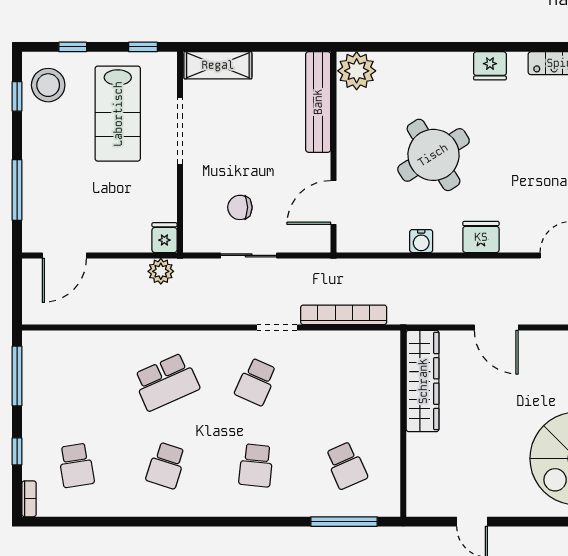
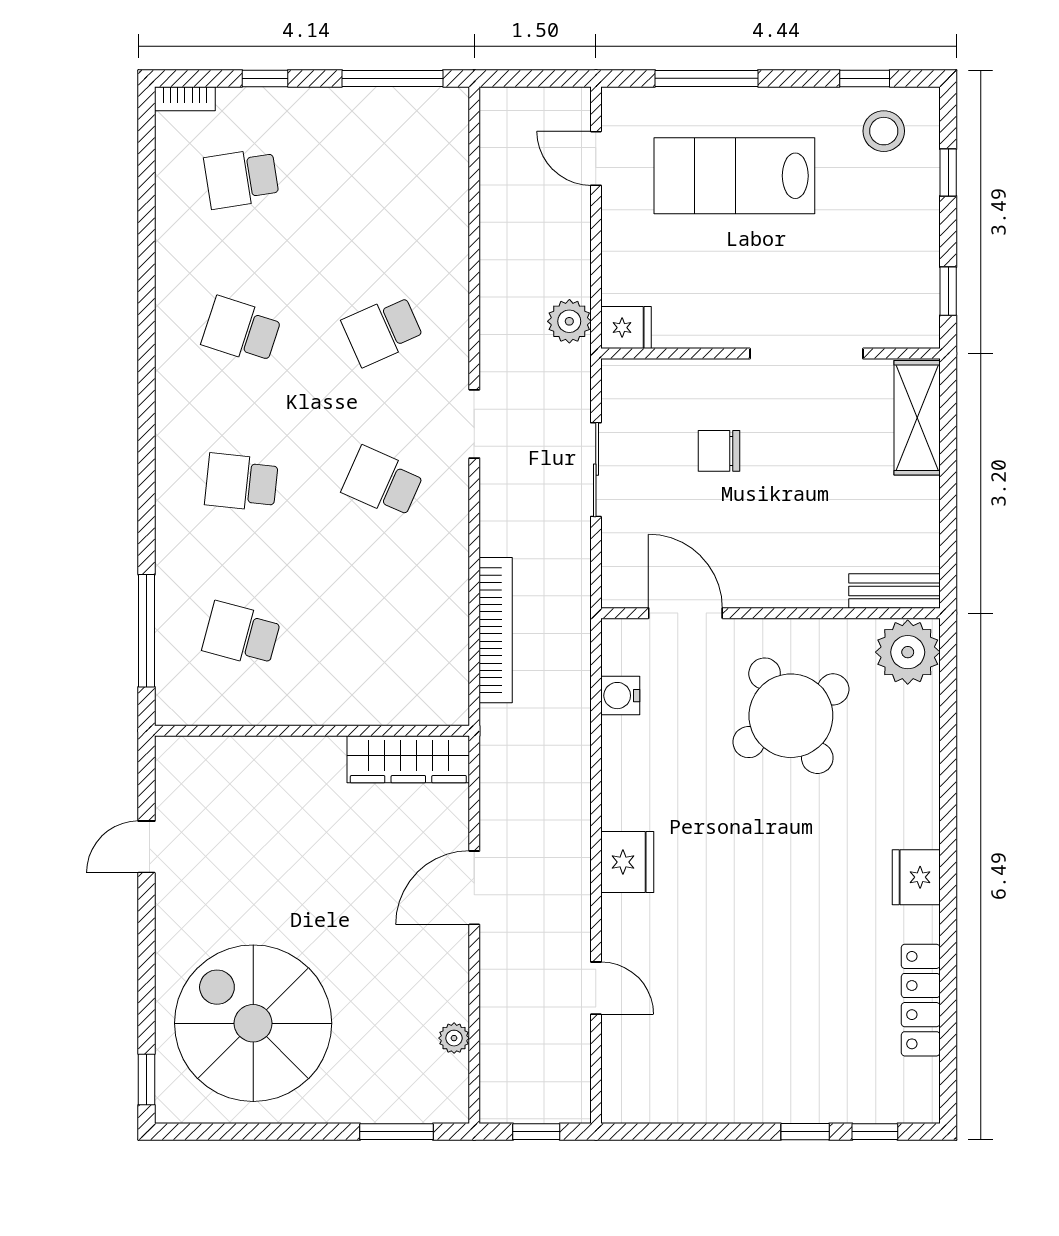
stool: (48, 85) -> (884, 131), width x0.73, depth x0.73
bench: (318, 102) -> (894, 591), width x0.54, depth x0.82
lab bench: (118, 114) -> (734, 176), moved
round table: (433, 155) -> (791, 716), moved
chair: (240, 207) -> (719, 451), moved, turned -90
water cooler: (421, 241) -> (620, 696), moved
door: (64, 255) -> (596, 158), width x0.73
doorway: (277, 327) -> (474, 424), moved
wardrobe: (423, 381) -> (408, 759), width x0.71, depth x0.85
school desk: (166, 382) -> (383, 330), width x0.54
school desk: (346, 465) -> (241, 634), turned 39

